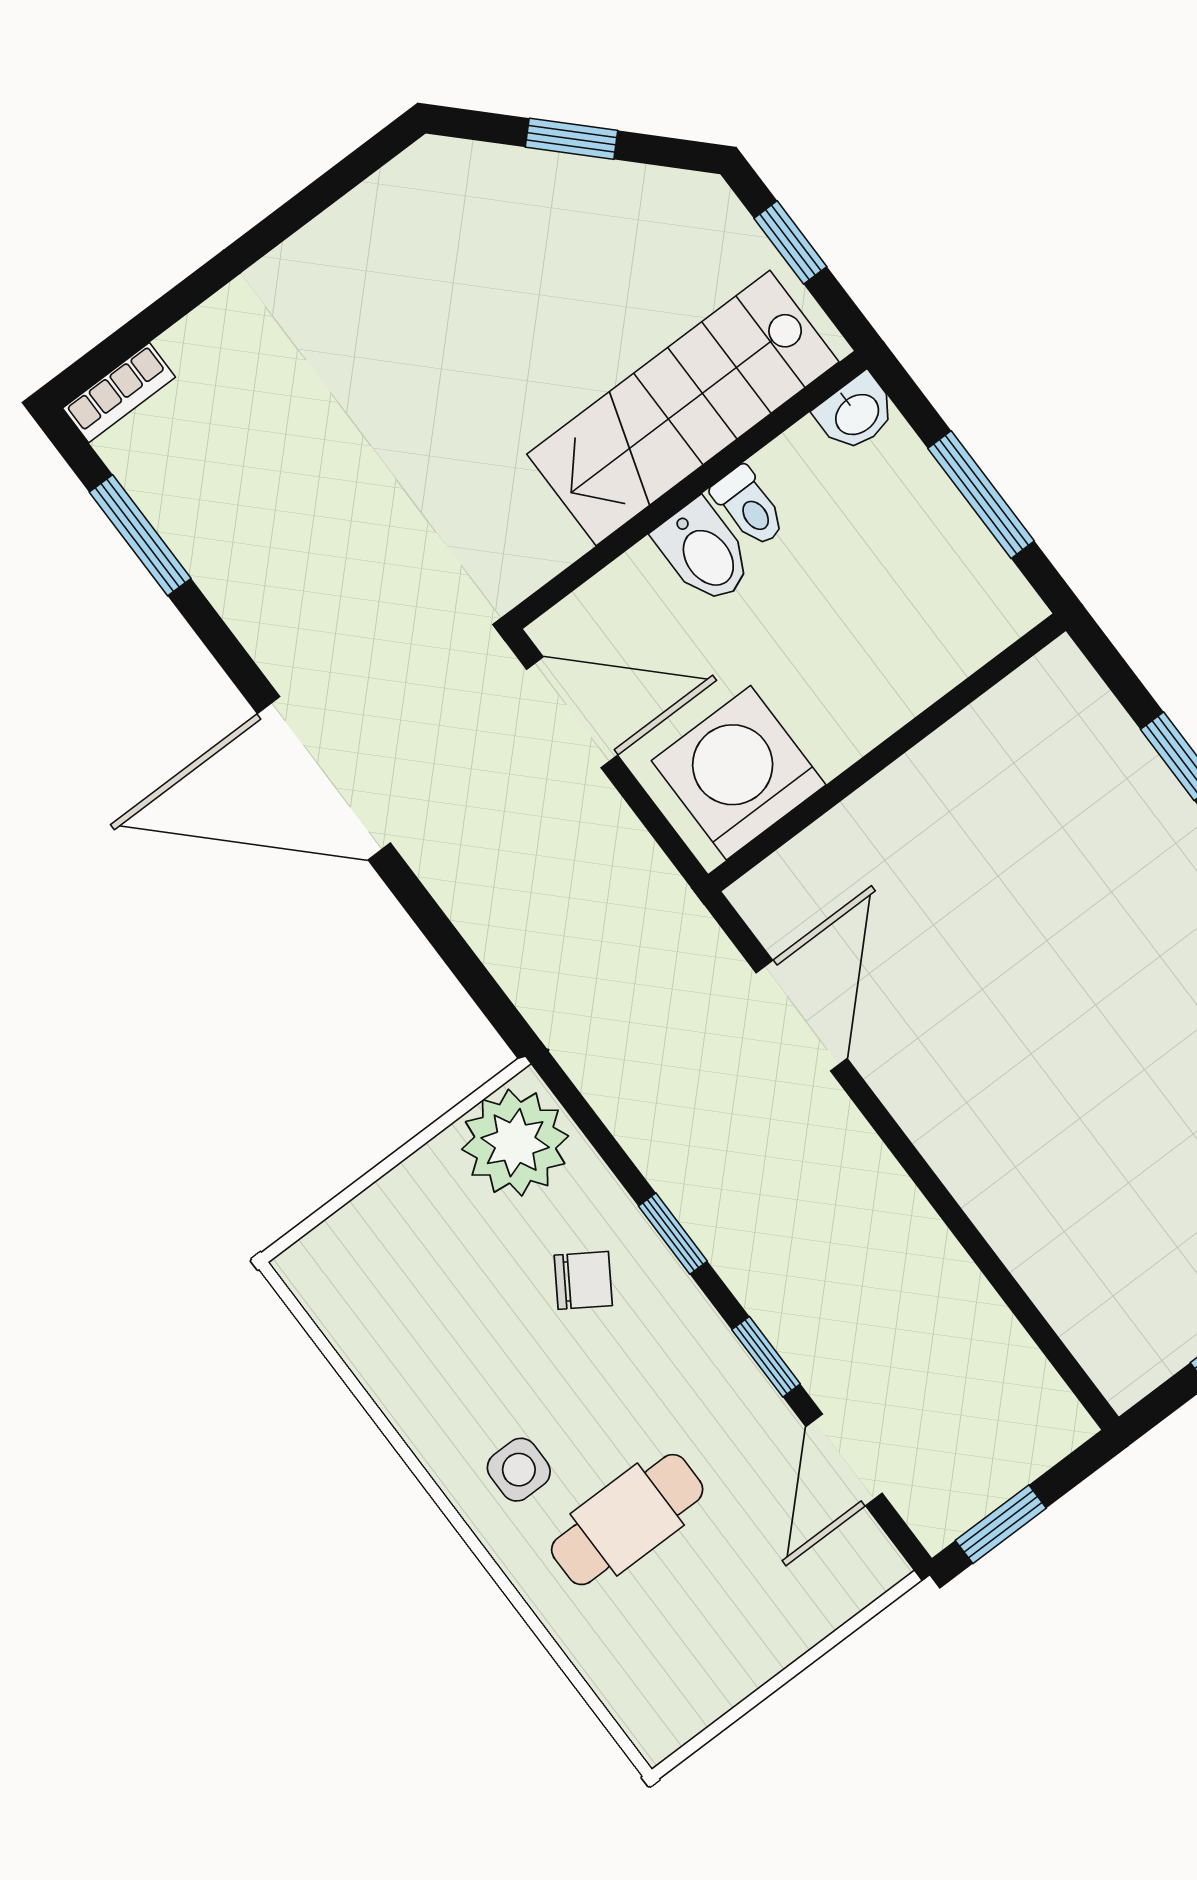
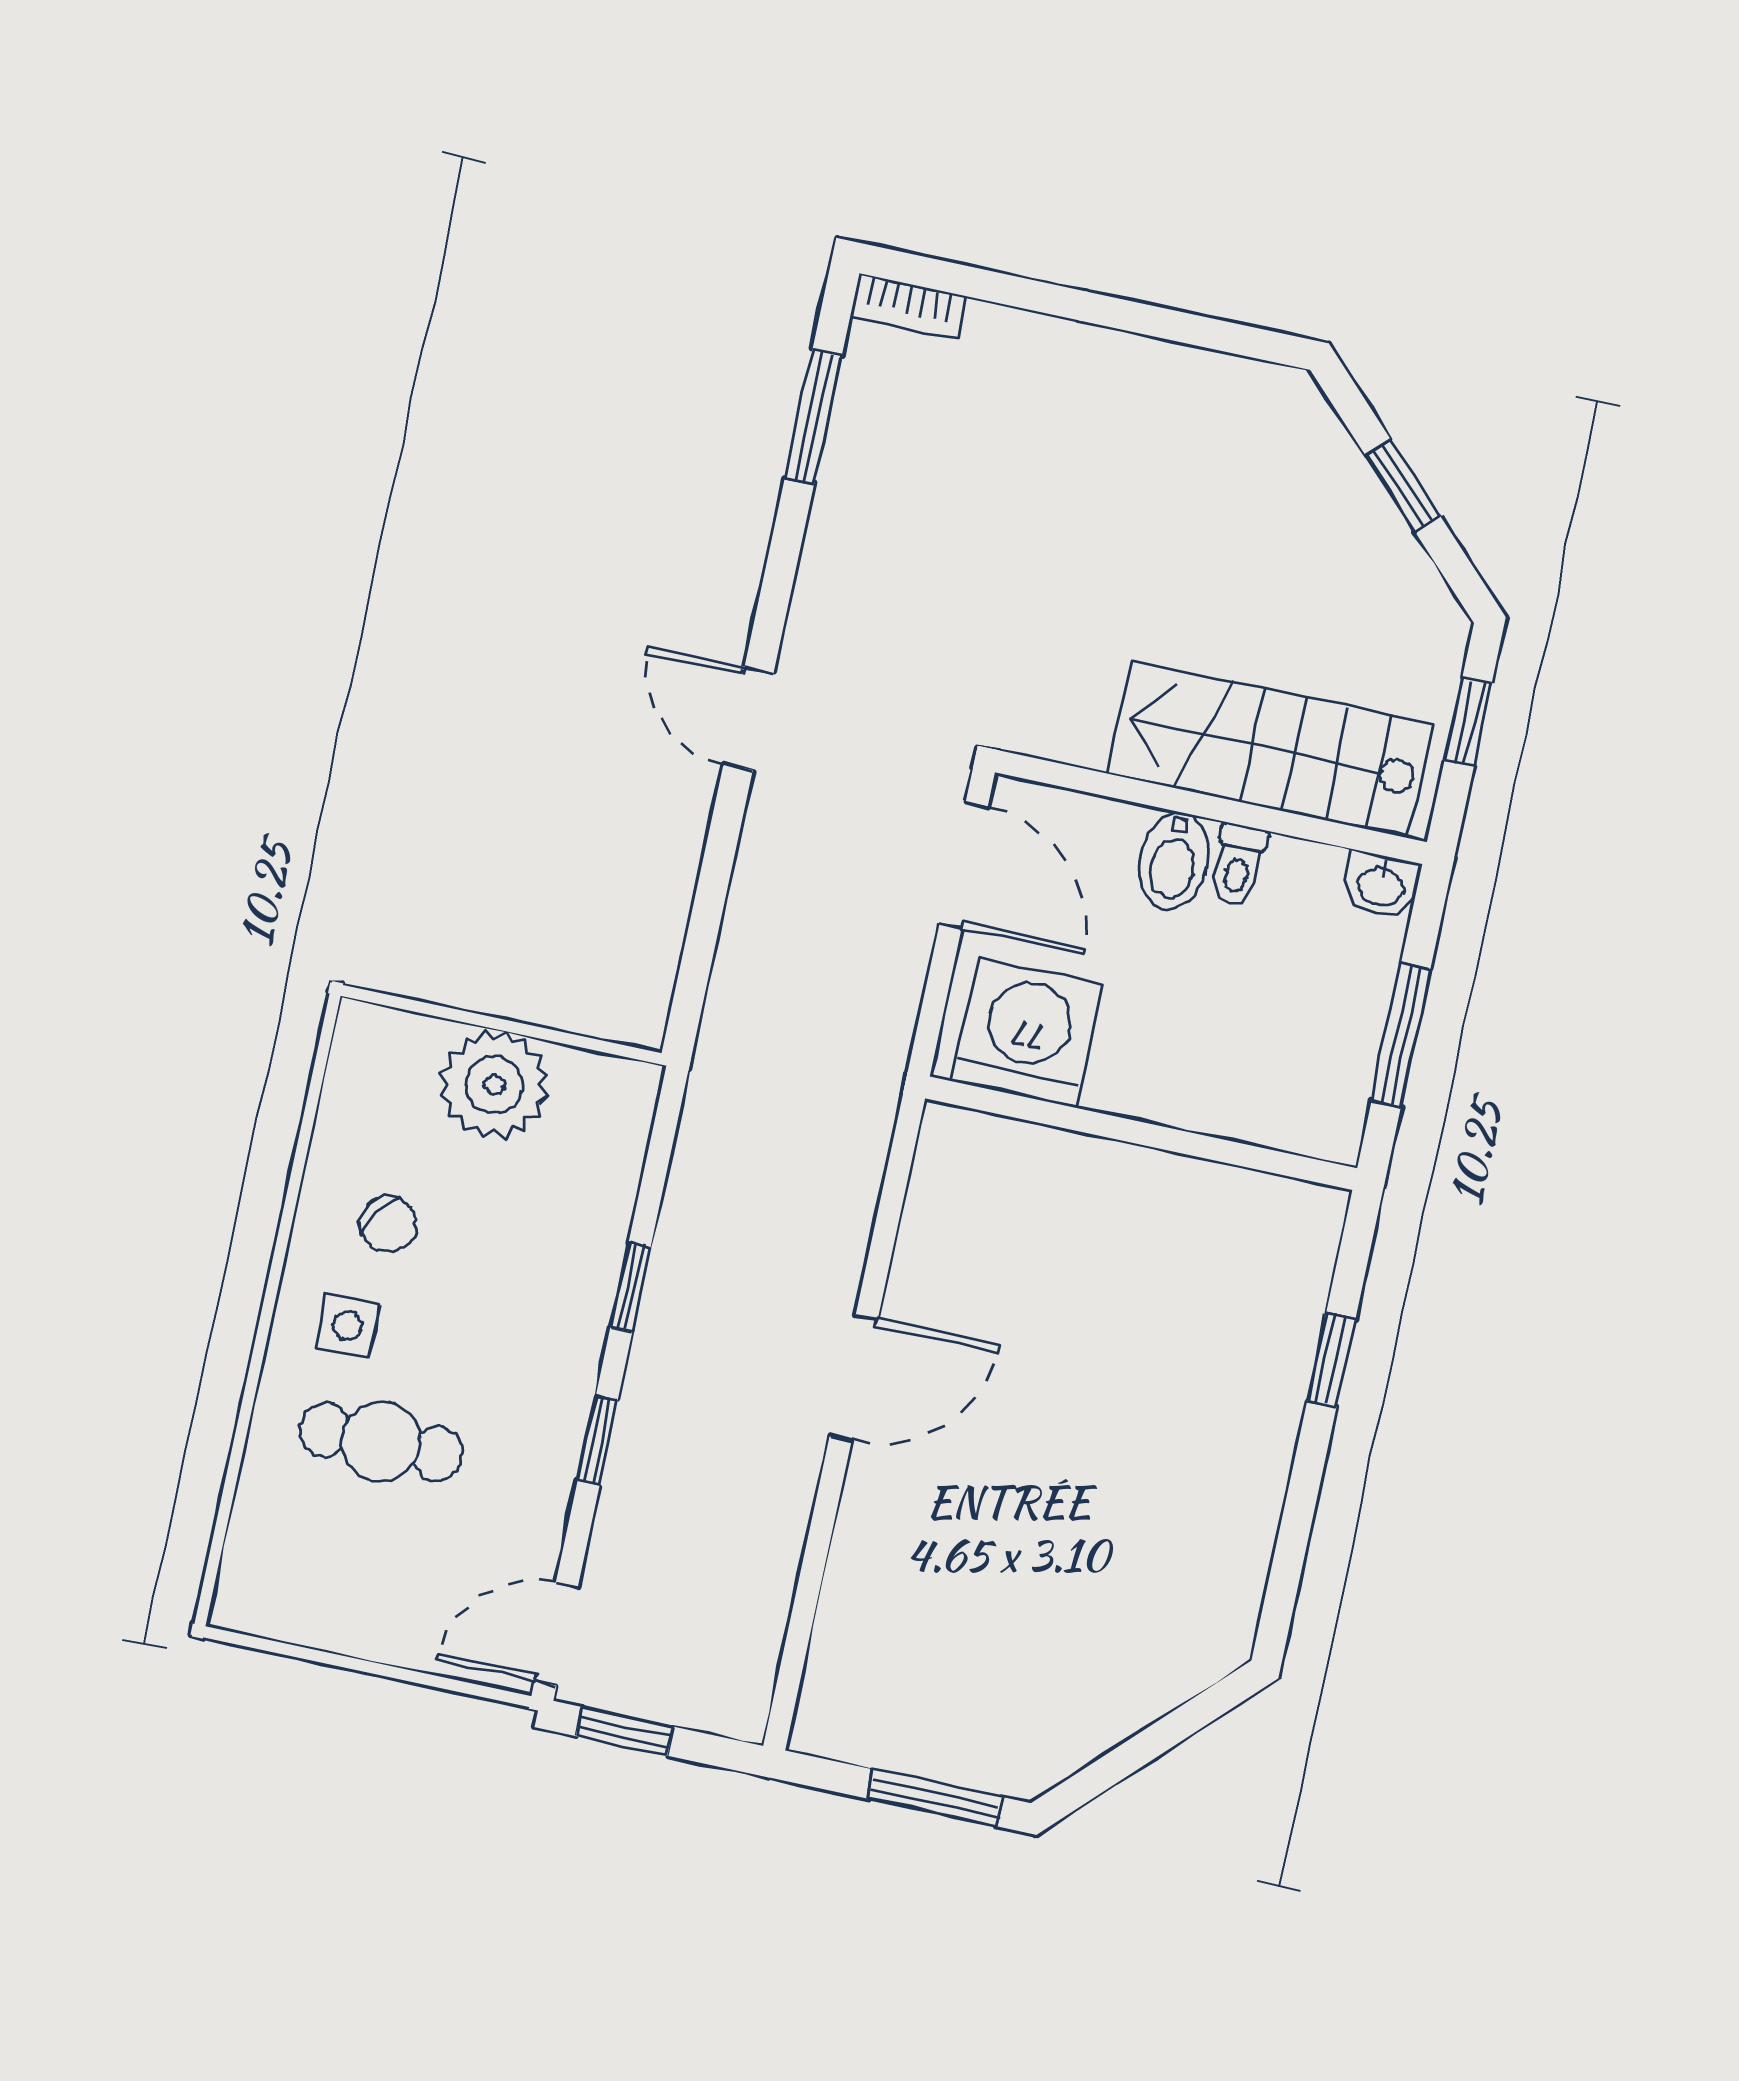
door: (324, 778) -> (749, 719), width x0.53
door: (802, 1016) -> (854, 1378), moved
plant: (515, 1143) -> (494, 1085), moved
chair: (583, 1280) -> (389, 1224), moved
door: (844, 1460) -> (556, 1634), moved

